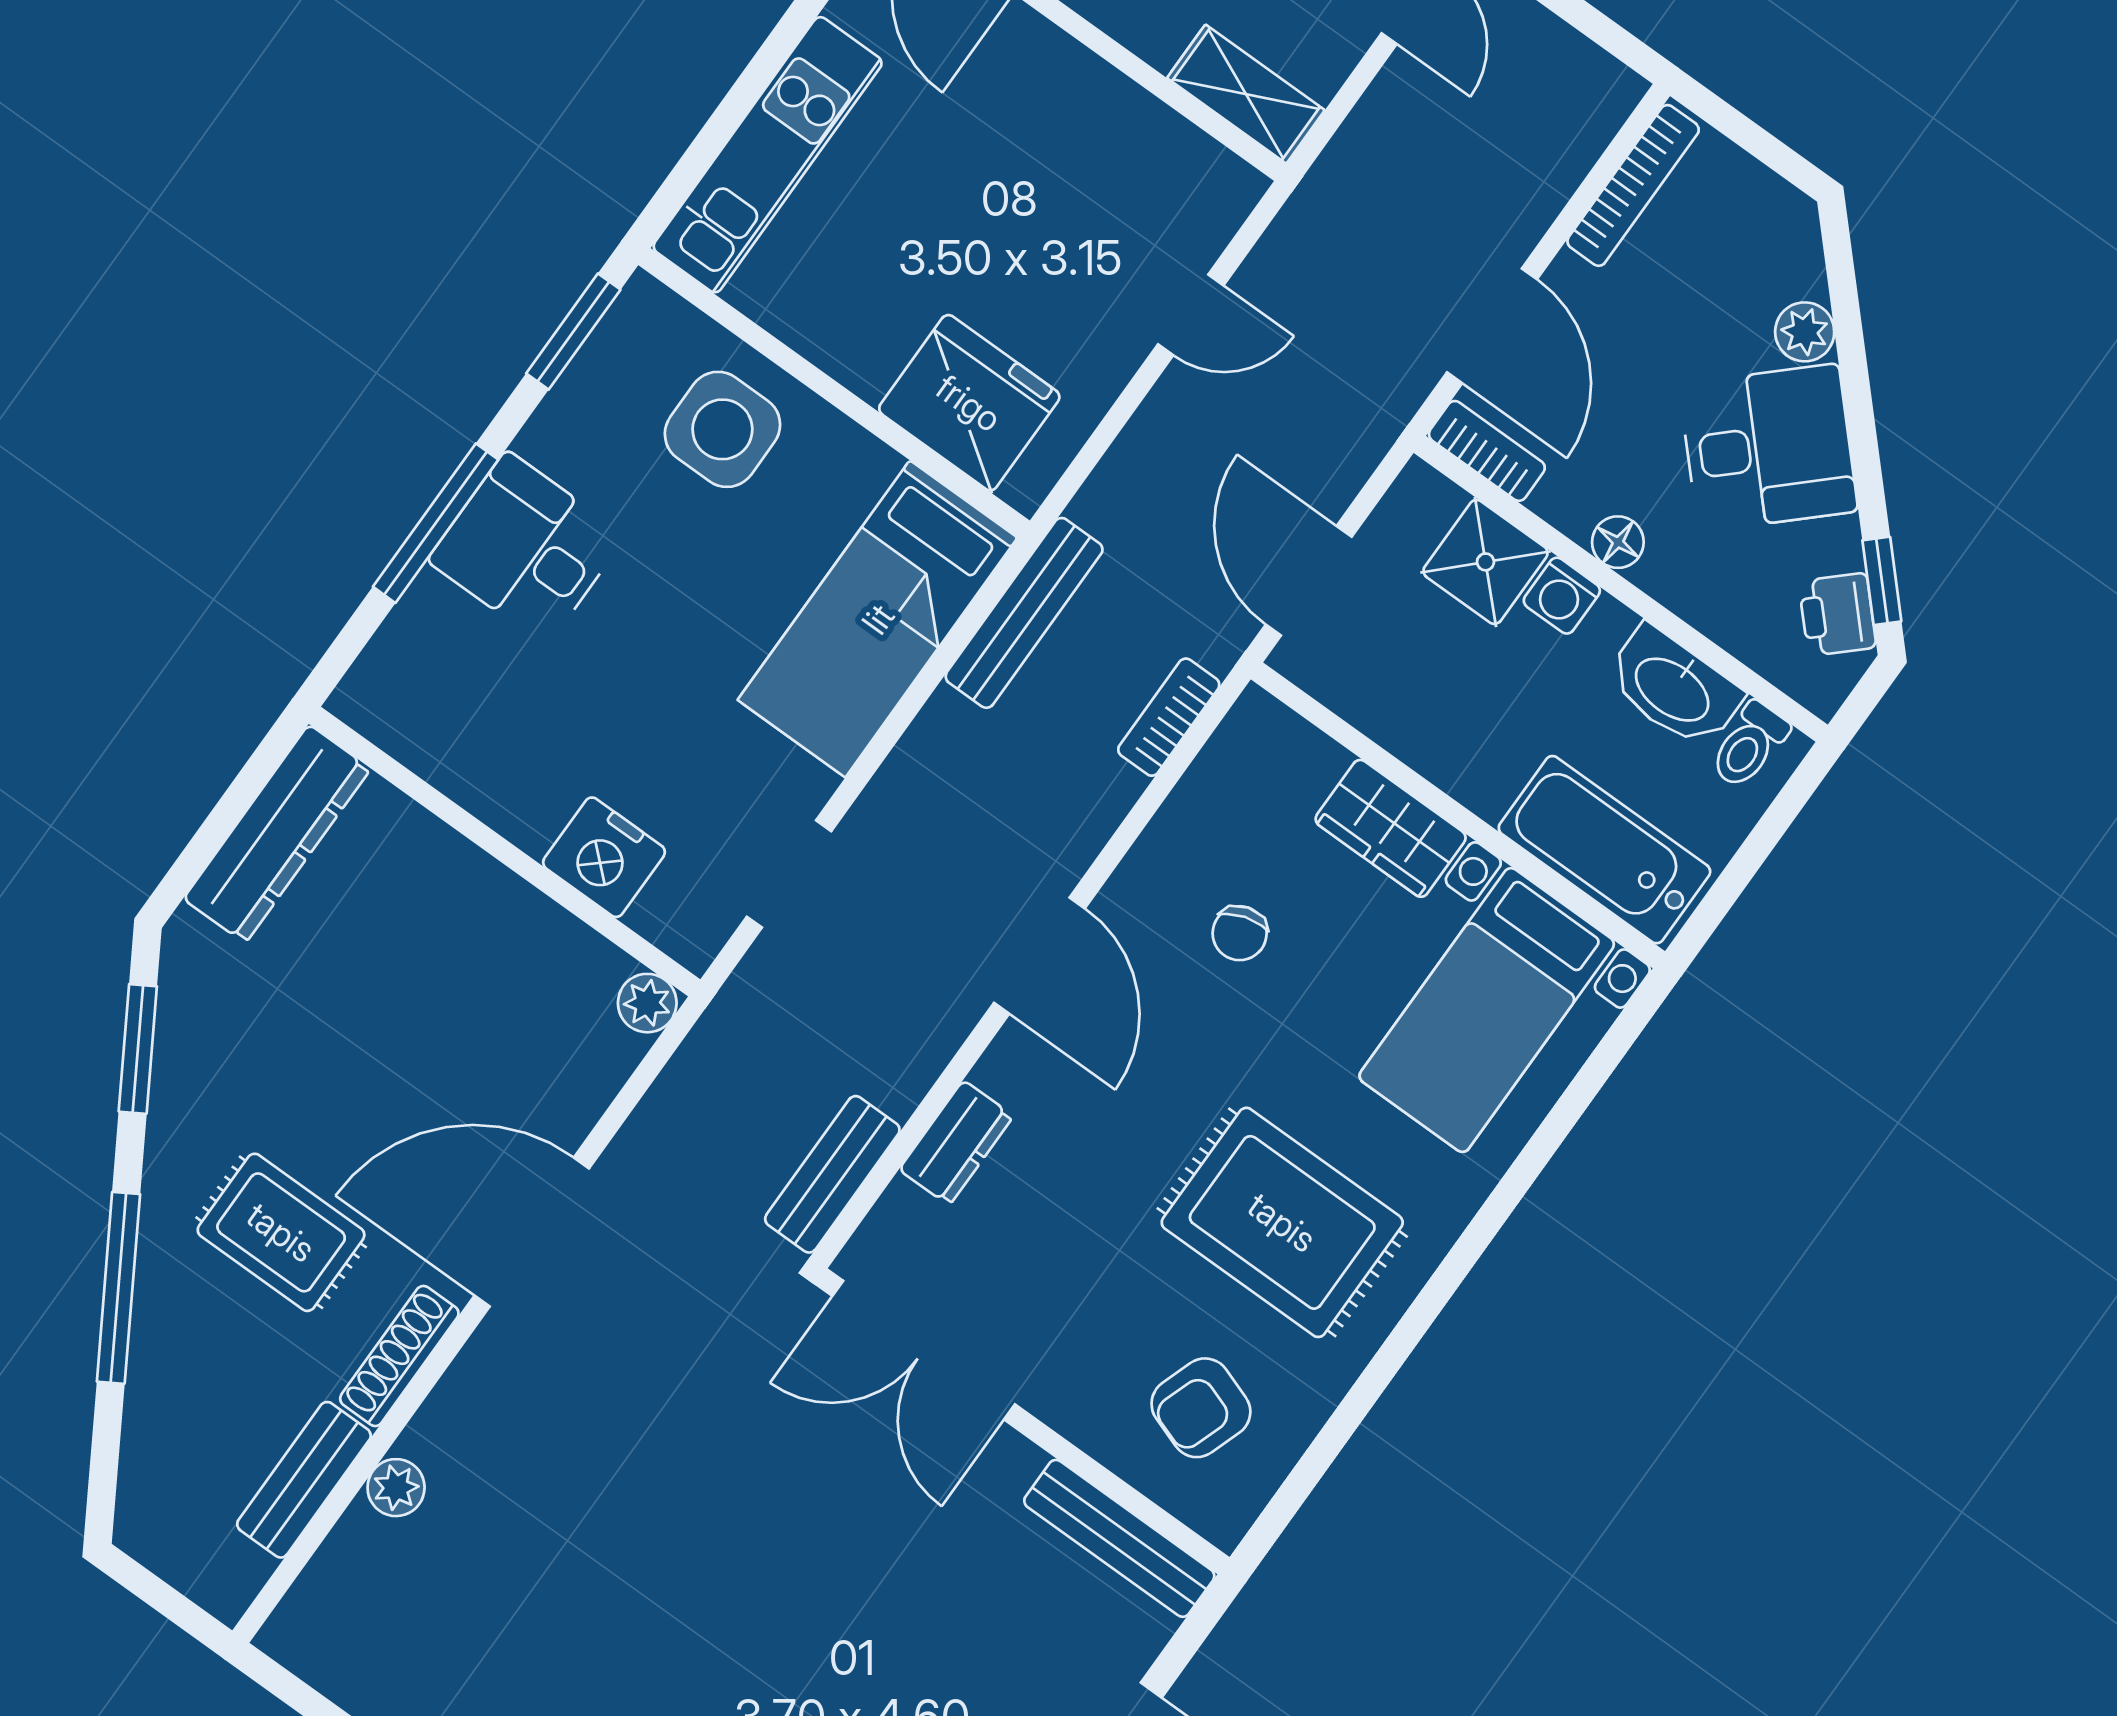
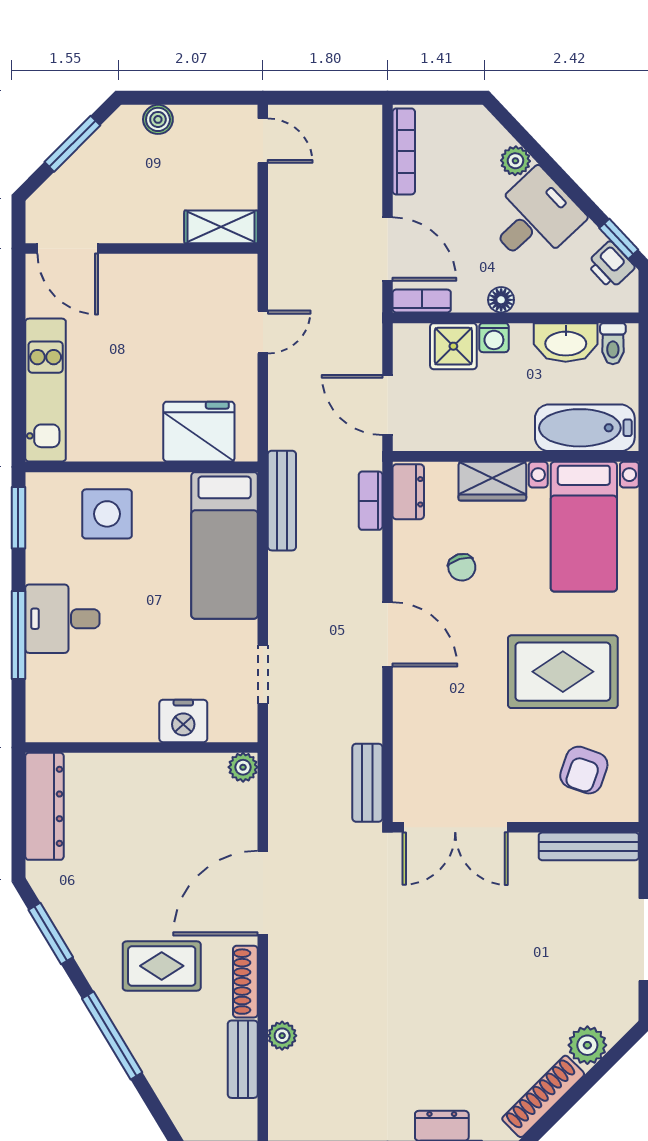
dresser: (956, 1143) -> (408, 492), moved

